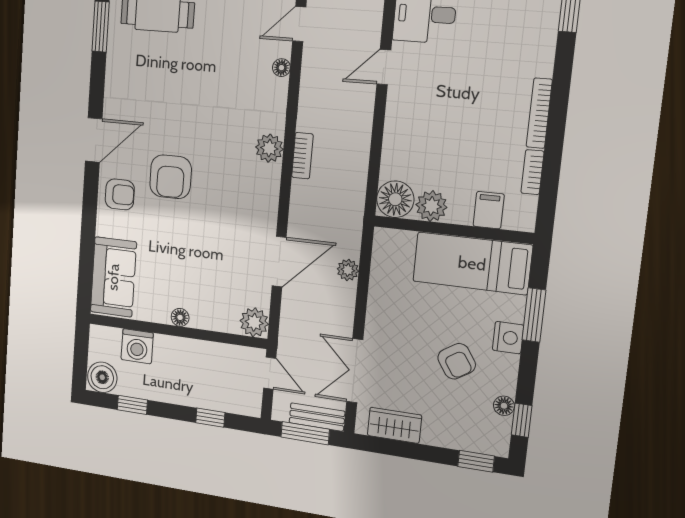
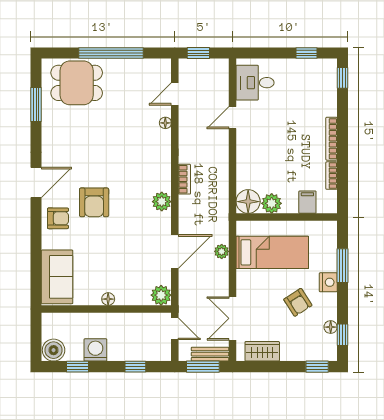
plant: (269, 148) -> (162, 202), moved
bed: (472, 263) -> (272, 252), moved, turned 180
washing machine: (137, 346) -> (95, 350), moved, turned 180

